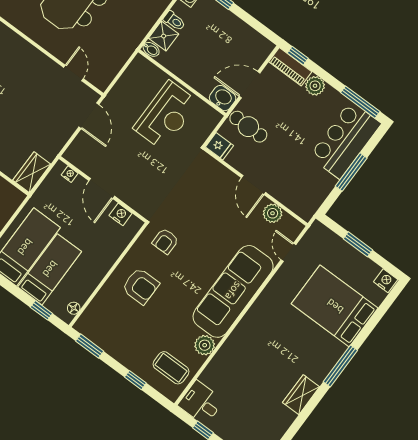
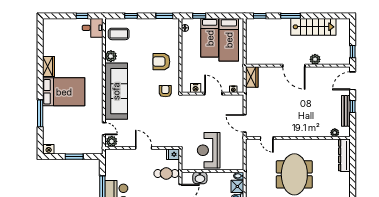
washbasin: (223, 98) -> (200, 178), moved
plant: (273, 213) -> (112, 141), moved
bed: (335, 306) -> (64, 92), moved
window: (340, 366) -> (40, 113), moved

